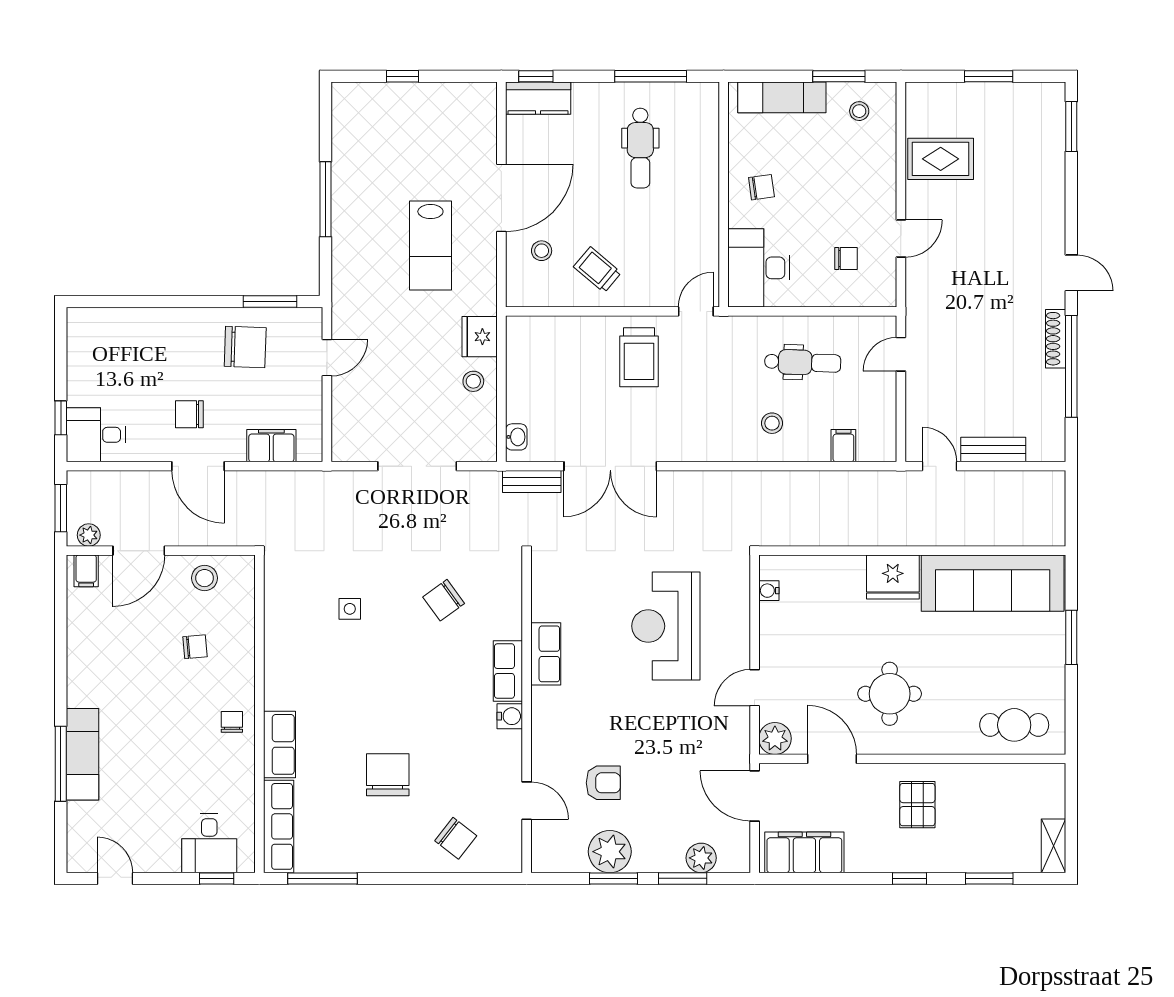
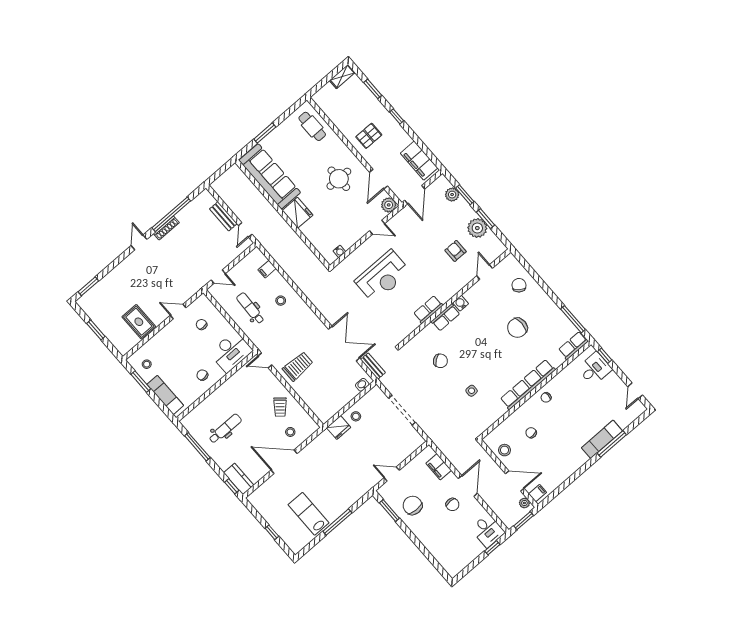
lab bench: (430, 245) -> (309, 514), moved, turned -90
row of seats: (279, 744) -> (528, 384), width x2.02
row of seats: (279, 826) -> (573, 345), width x0.68

